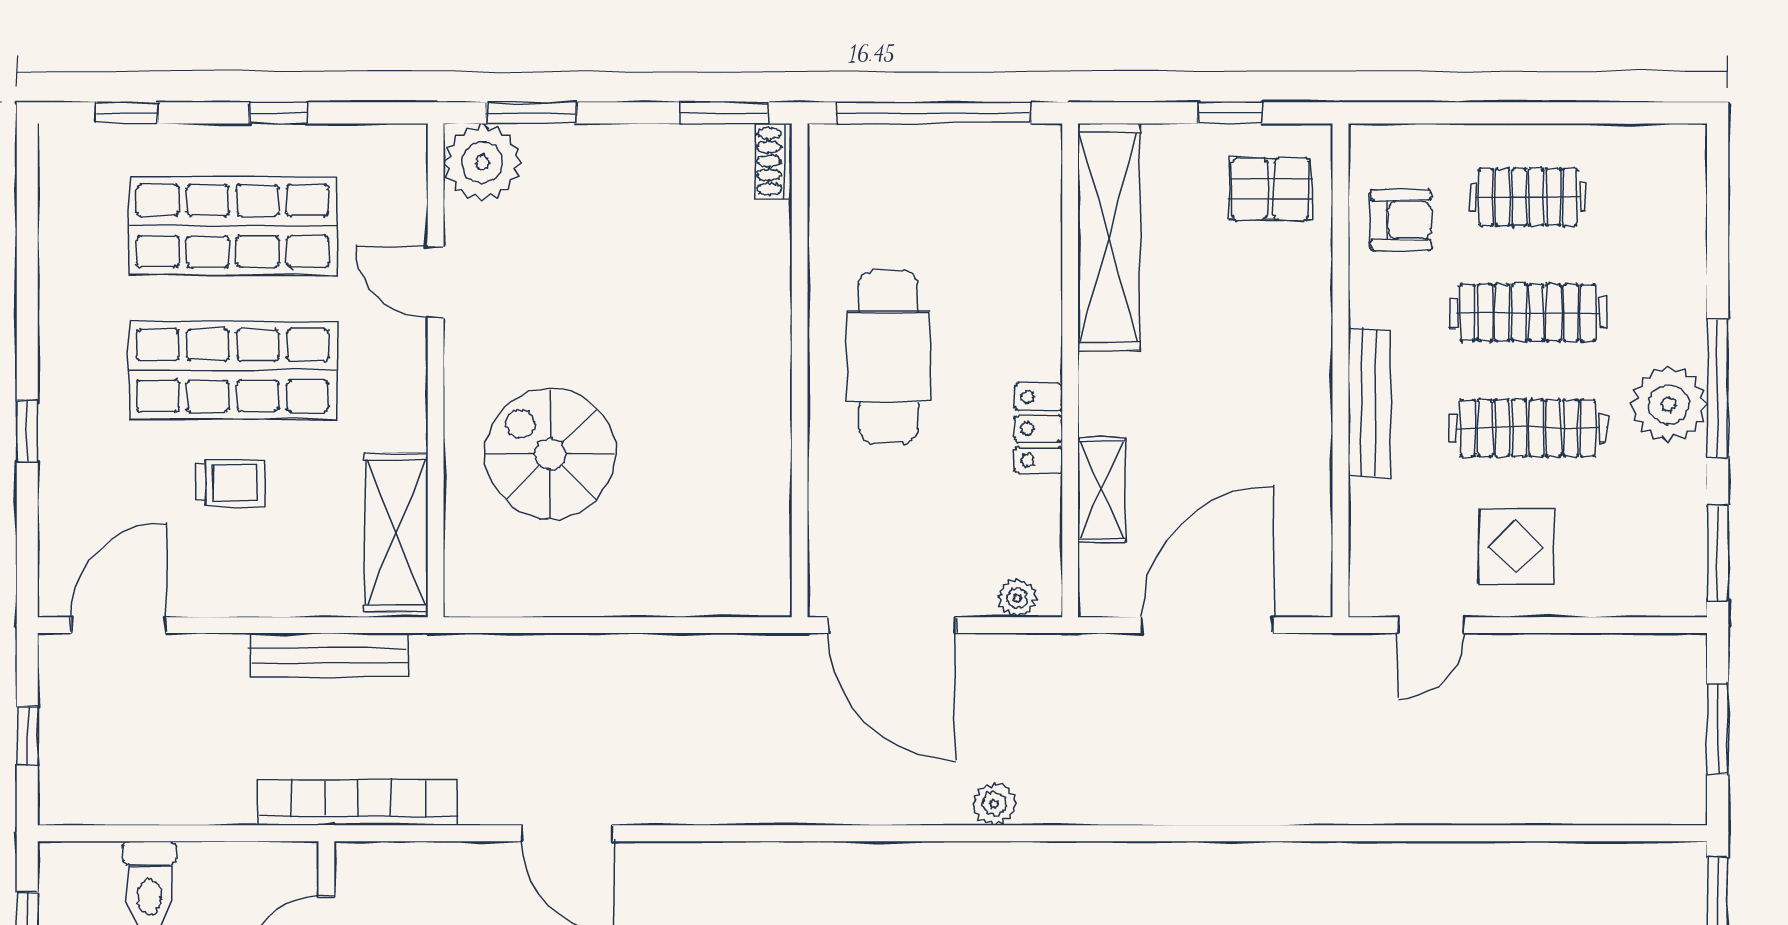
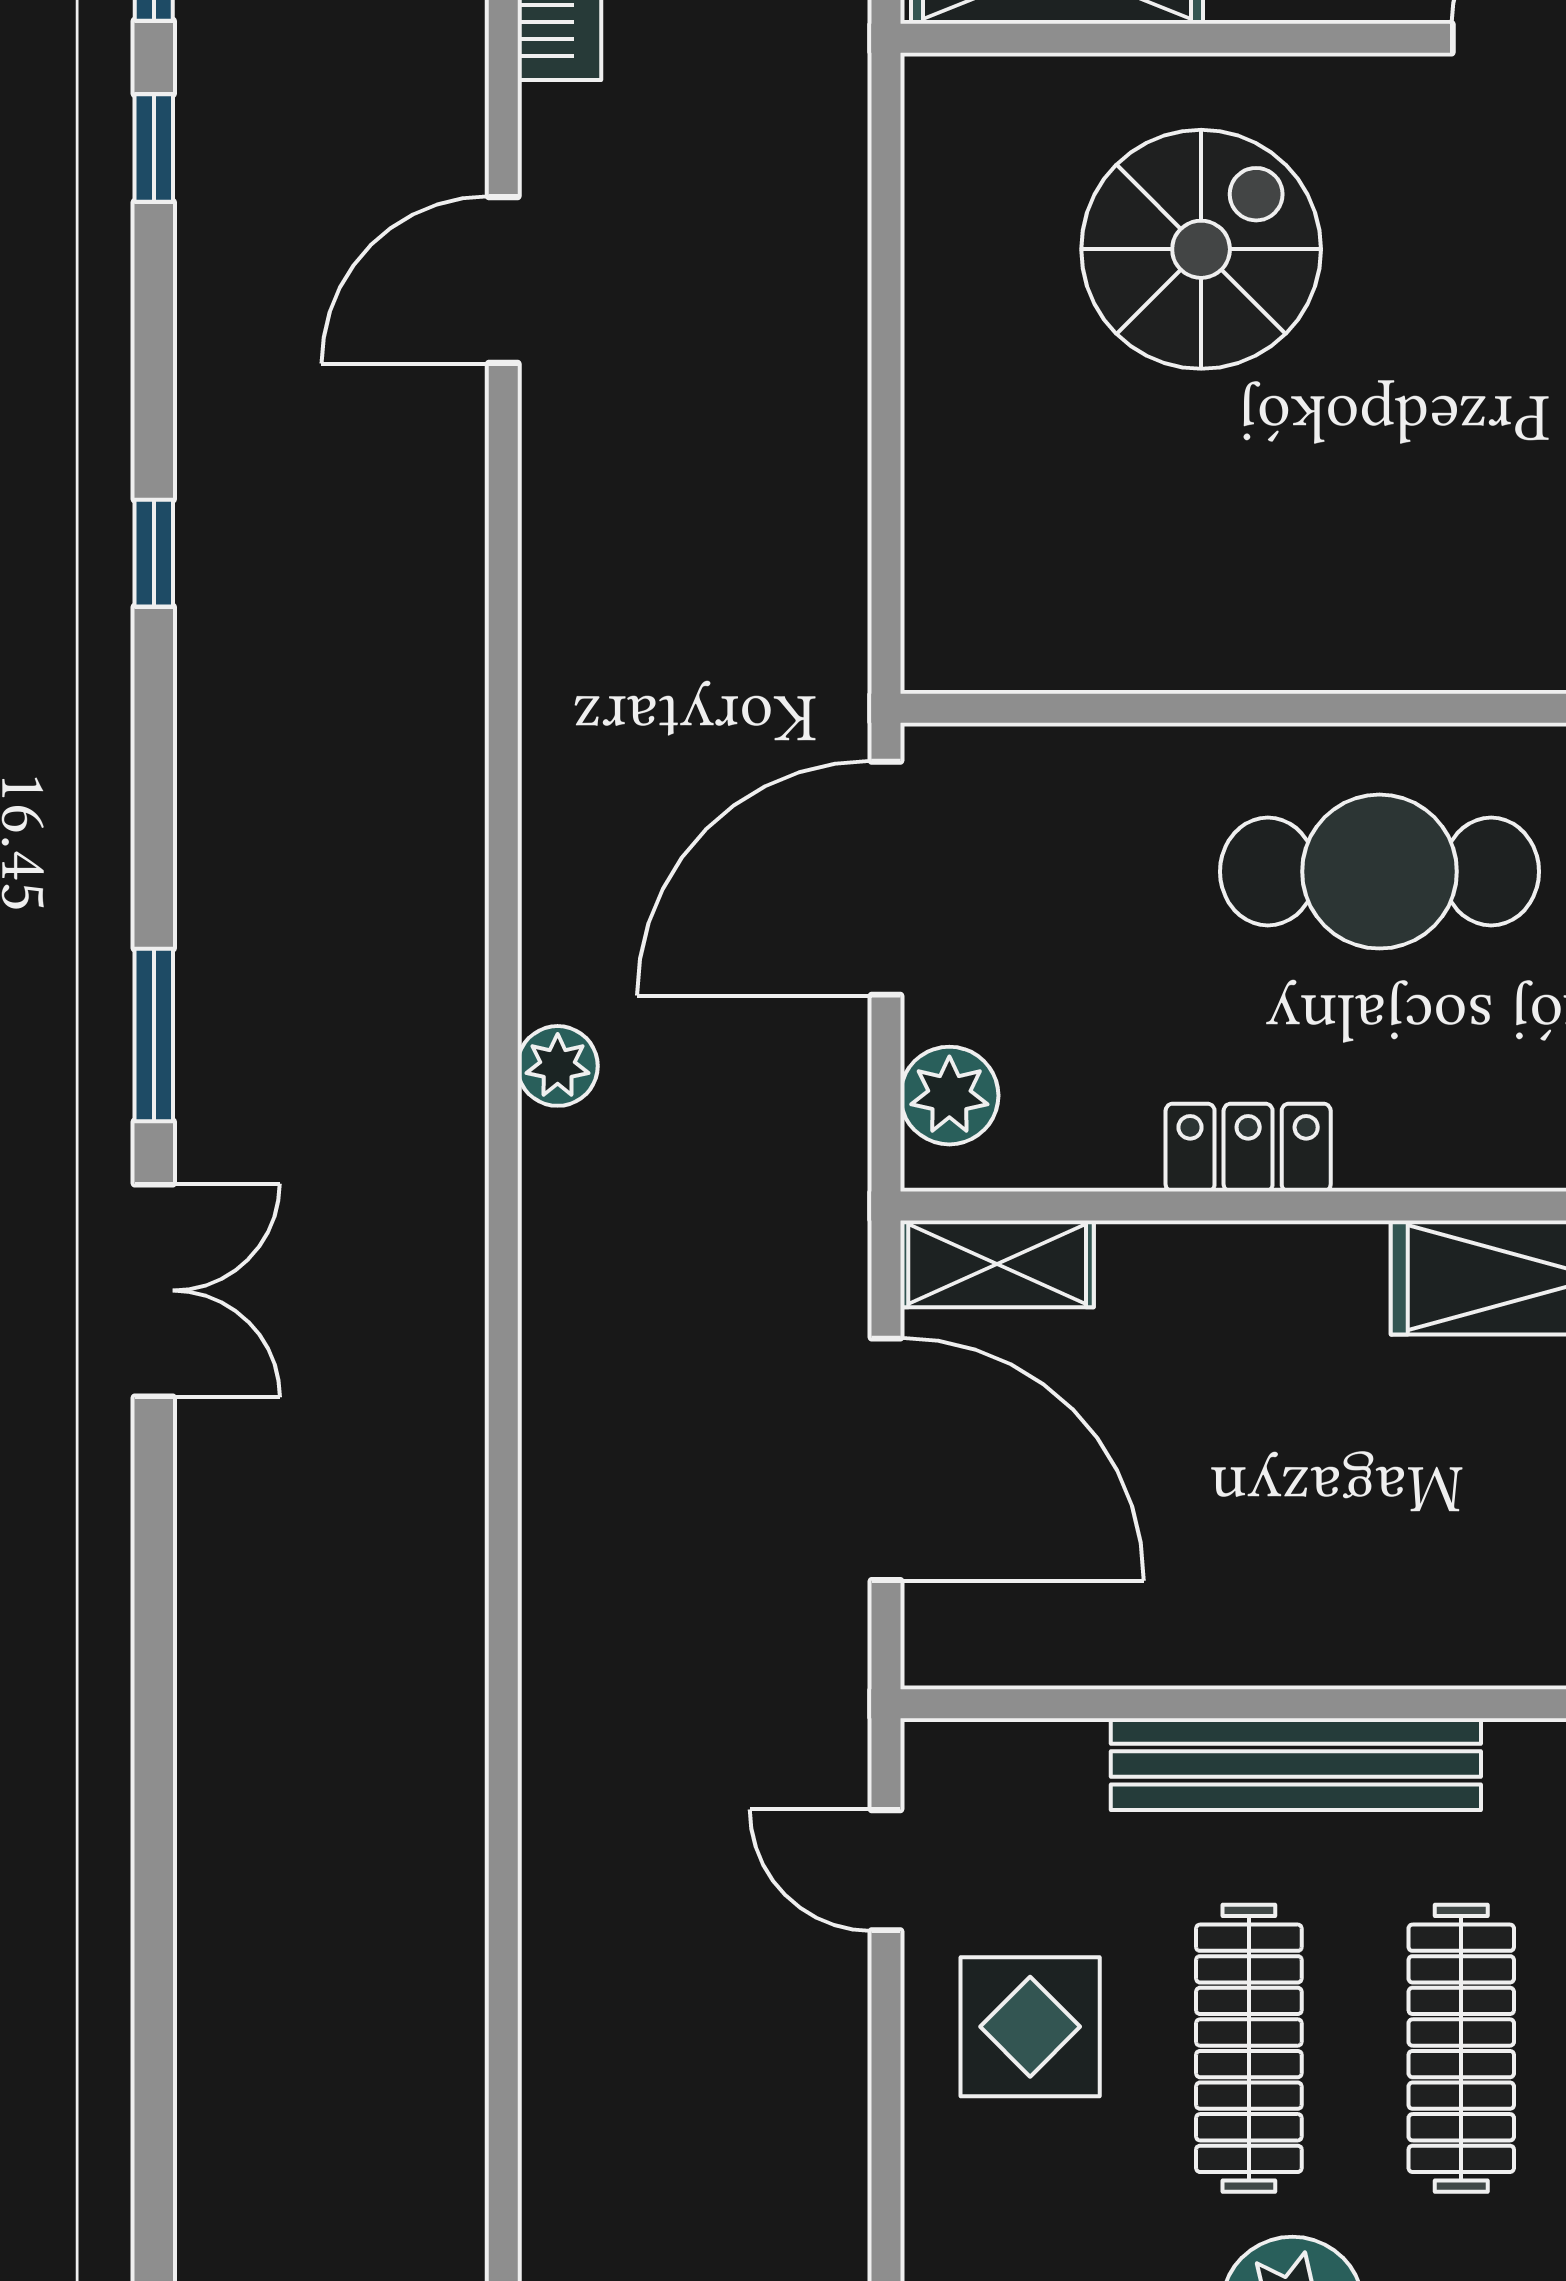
bench: (1369, 402) -> (1296, 1764), width x1.37, depth x1.21
shelving: (1102, 490) -> (997, 1264), moved
plant: (1017, 598) -> (949, 1096), width x1.38, depth x1.38

